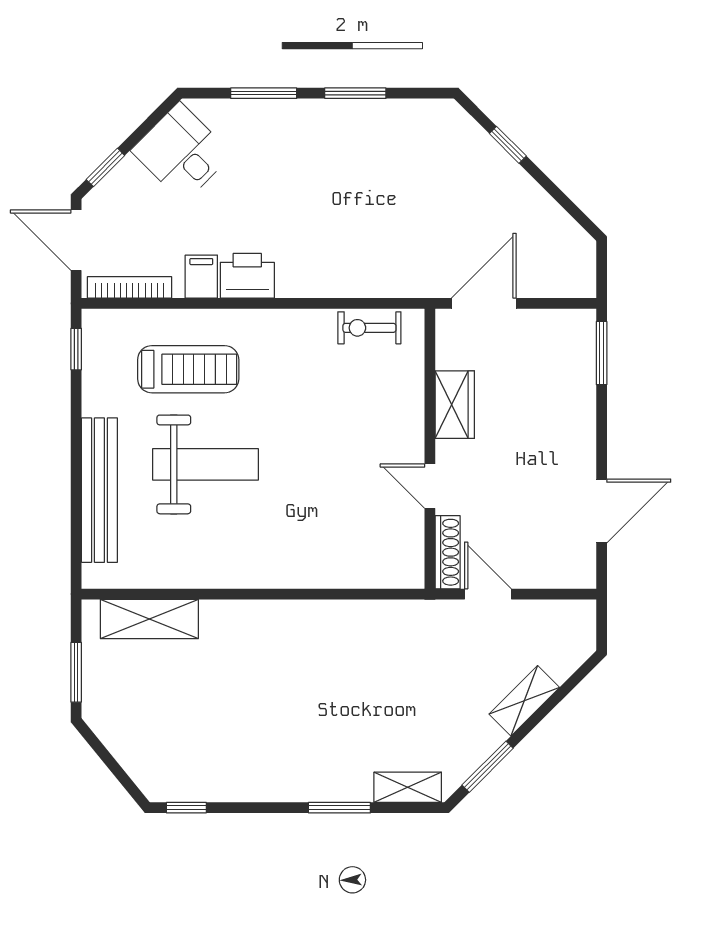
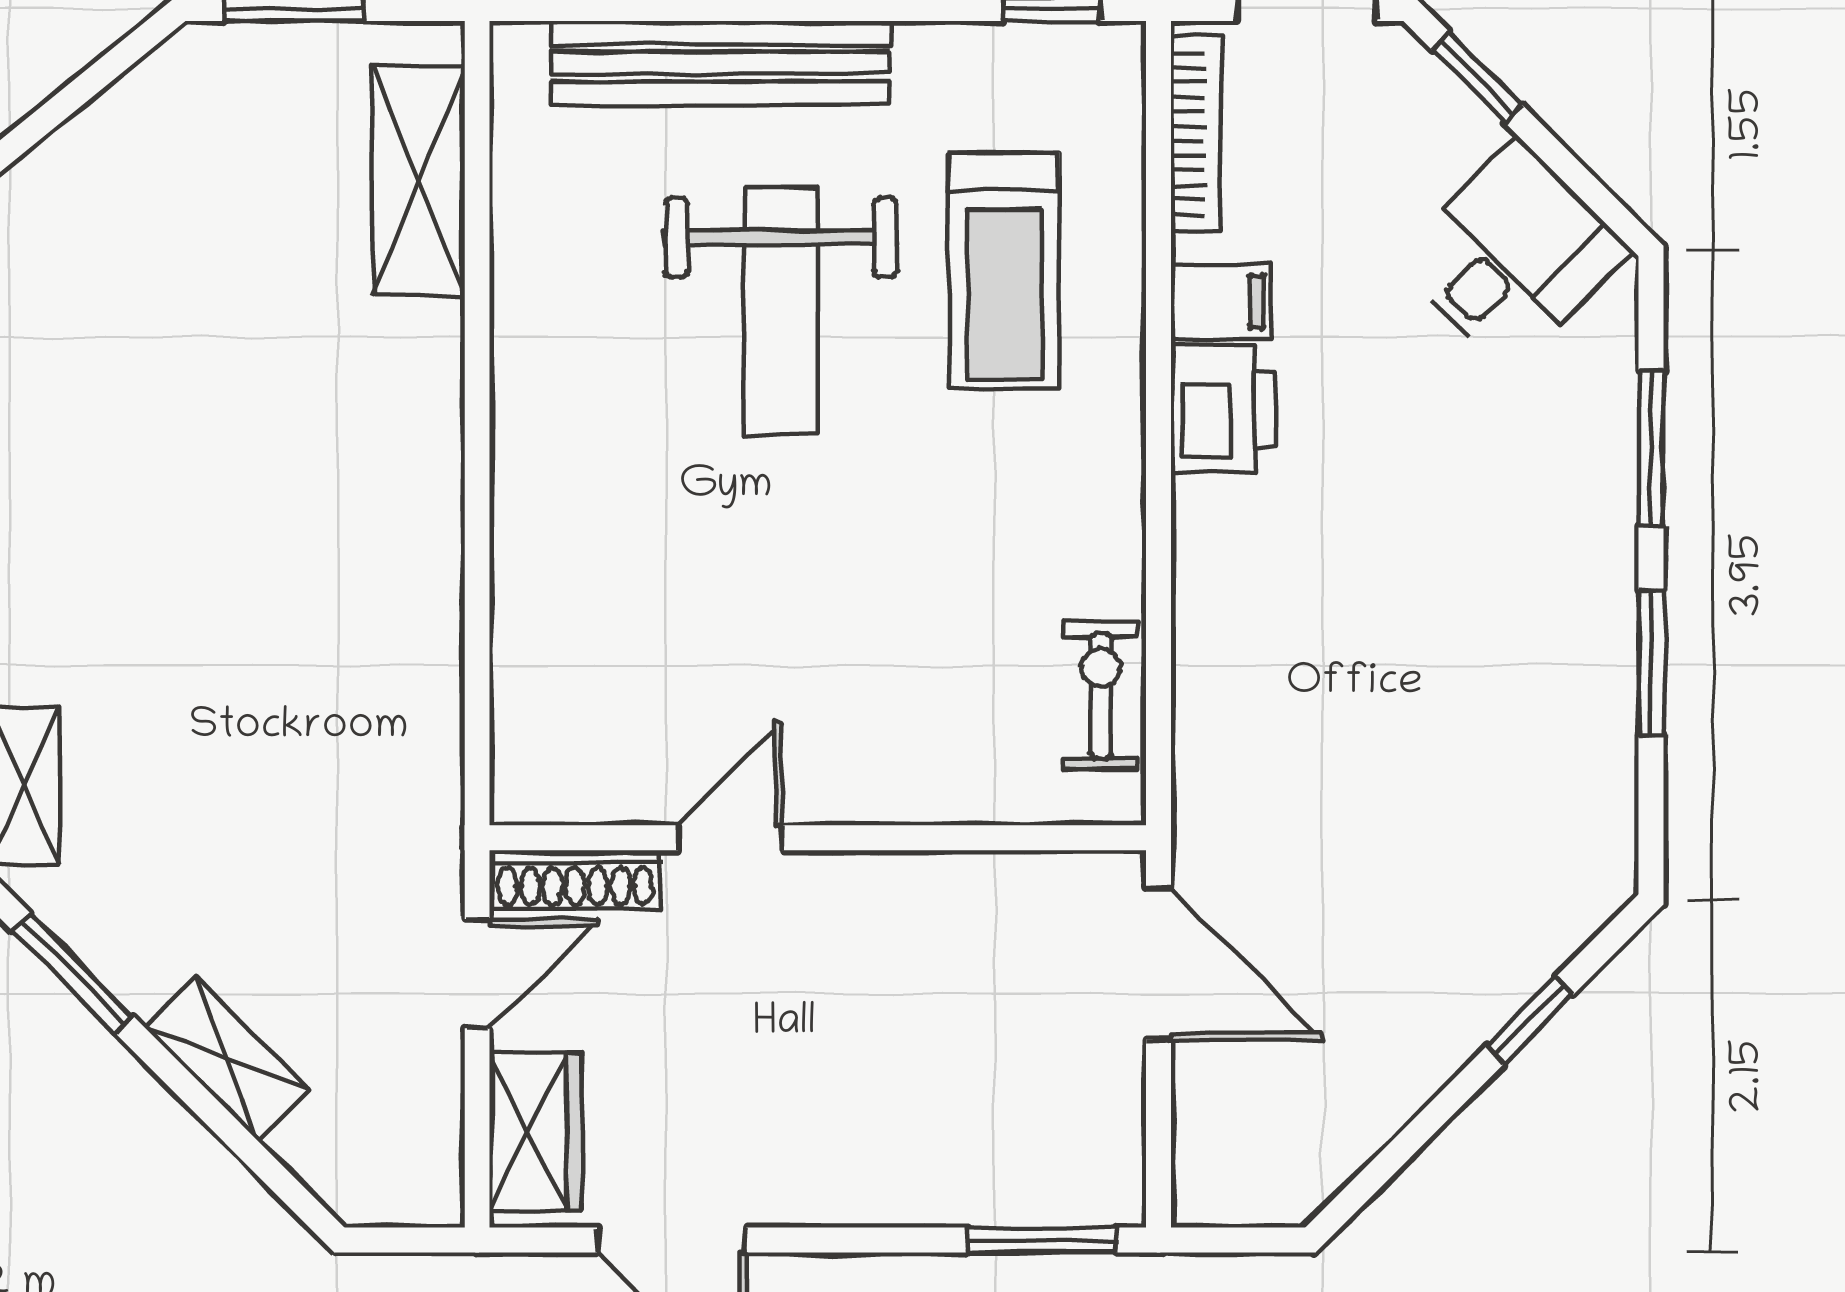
wardrobe: (455, 405) -> (535, 1132), moved, turned -90

